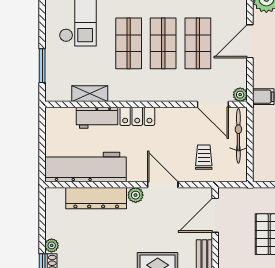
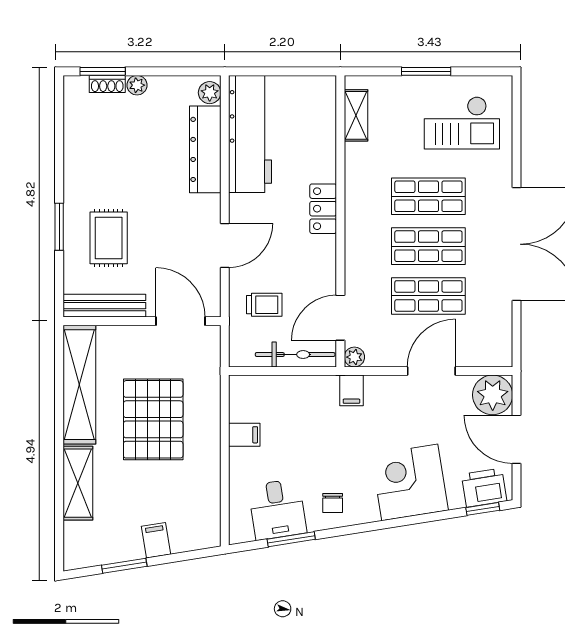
door: (250, 41) -> (431, 371), hinge flipped
window: (42, 66) -> (426, 71), moved
shelving: (90, 94) -> (356, 115), moved
workbench: (97, 118) -> (321, 151), removed
plant: (136, 195) -> (210, 93), moved

